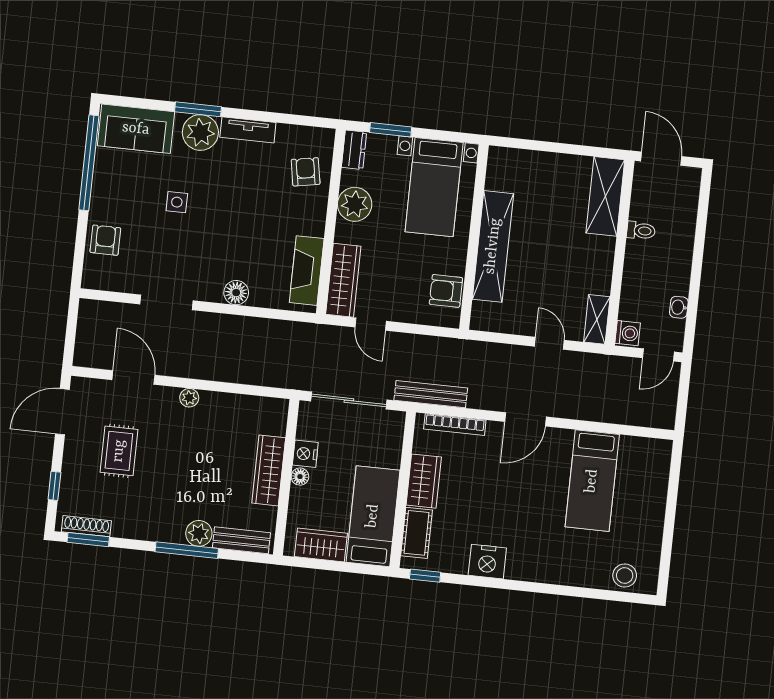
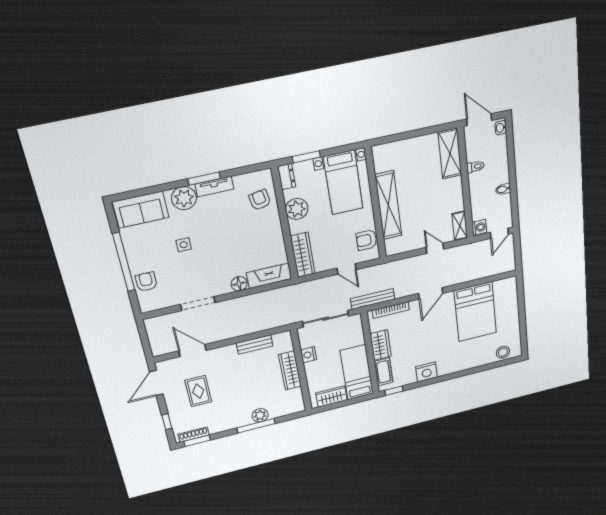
window: (198, 109) -> (204, 179), moved
window: (89, 163) -> (124, 262), moved
fireplace: (307, 271) -> (269, 276), moved, turned 90
bidet: (678, 283) -> (503, 189), added
washbasin: (679, 307) -> (501, 128), moved
door: (371, 324) -> (347, 269), moved
plant: (189, 398) -> (230, 350), removed
floor lamp: (300, 477) -> (309, 367), removed
bed: (592, 481) -> (475, 312), width x1.50
bench: (241, 540) -> (255, 345), moved

